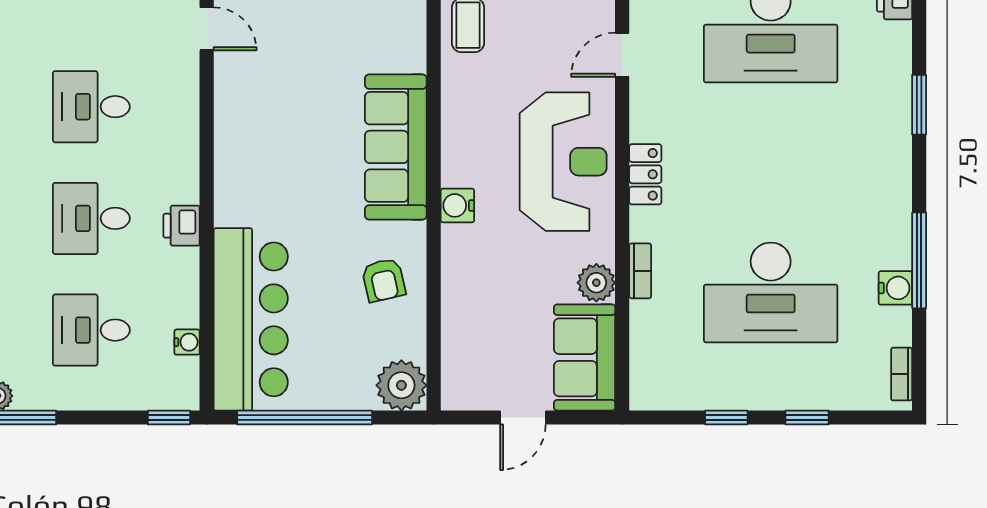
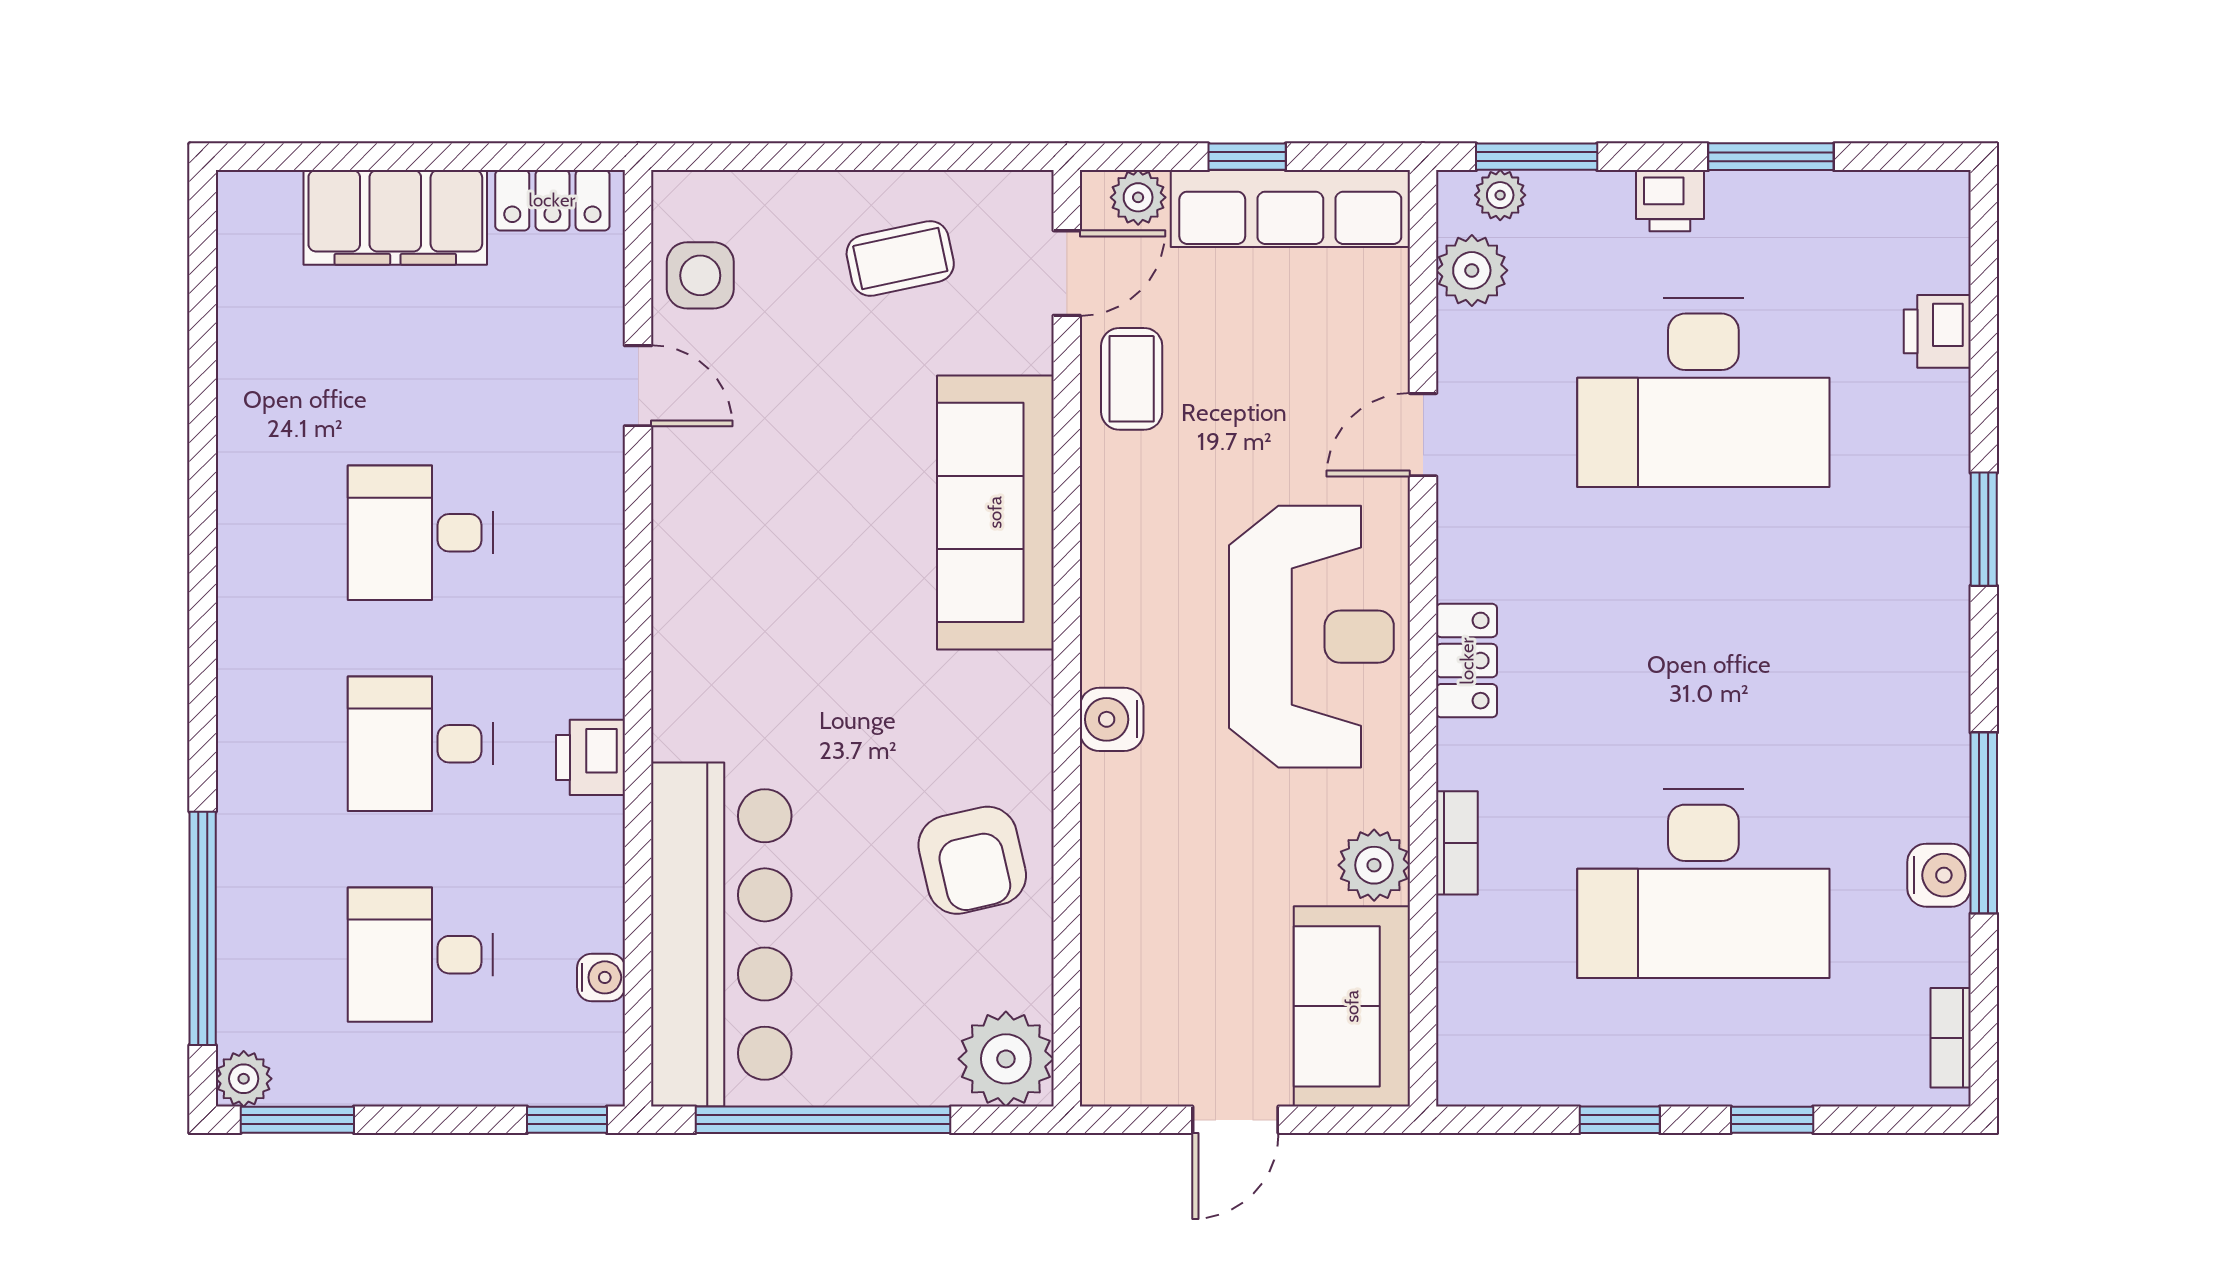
sofa: (396, 147) -> (995, 512), moved
armchair: (384, 280) -> (972, 860), width x1.38, depth x1.38

